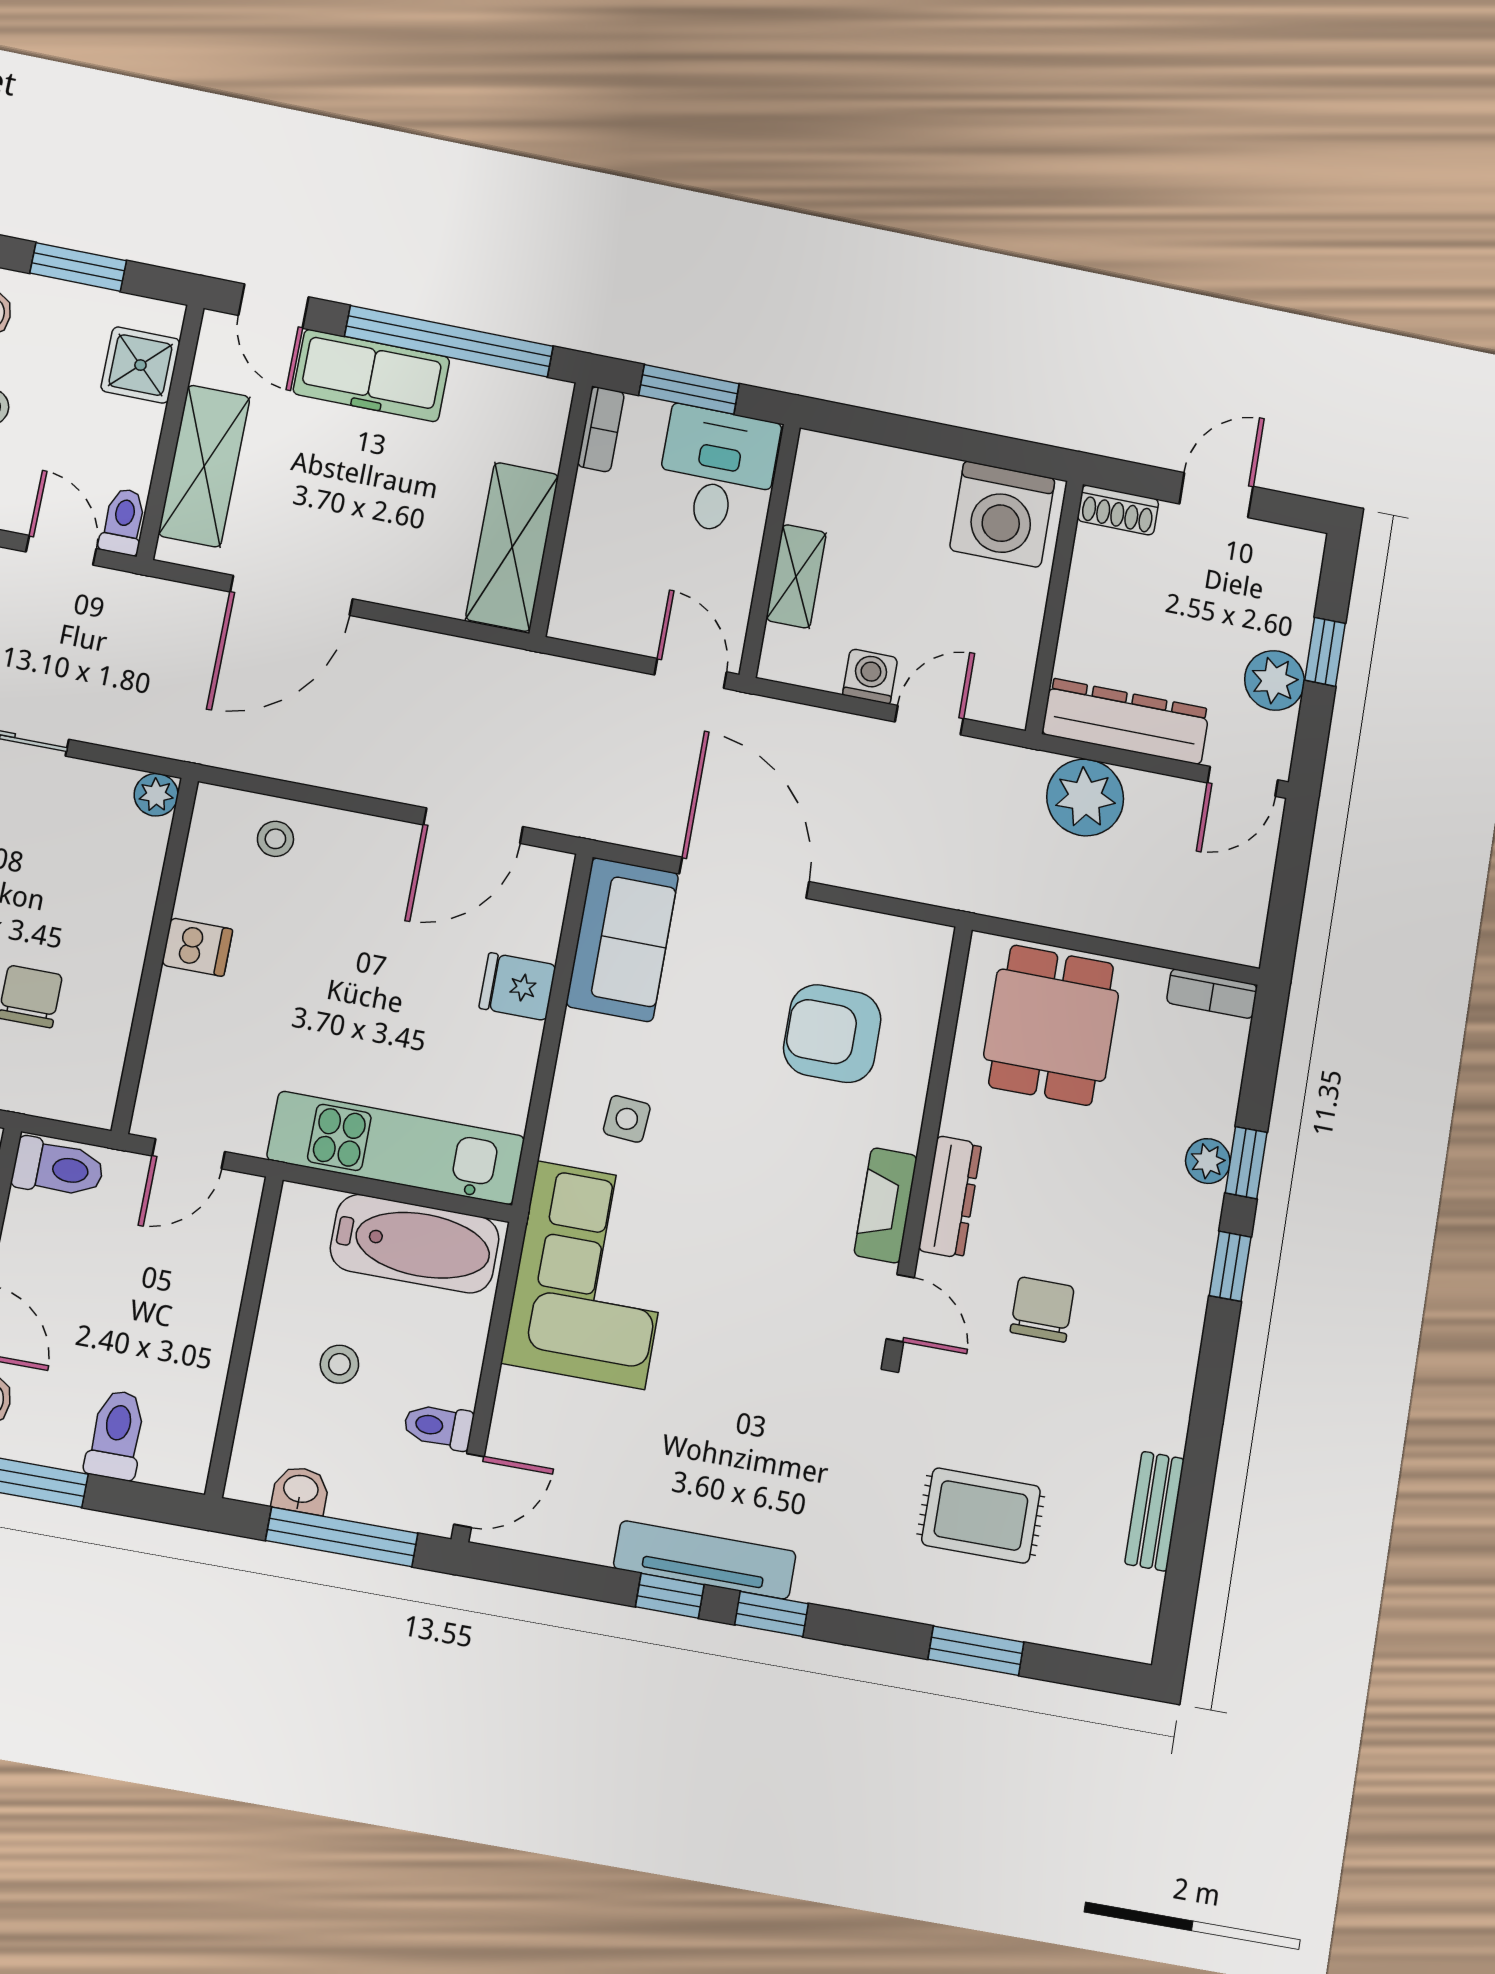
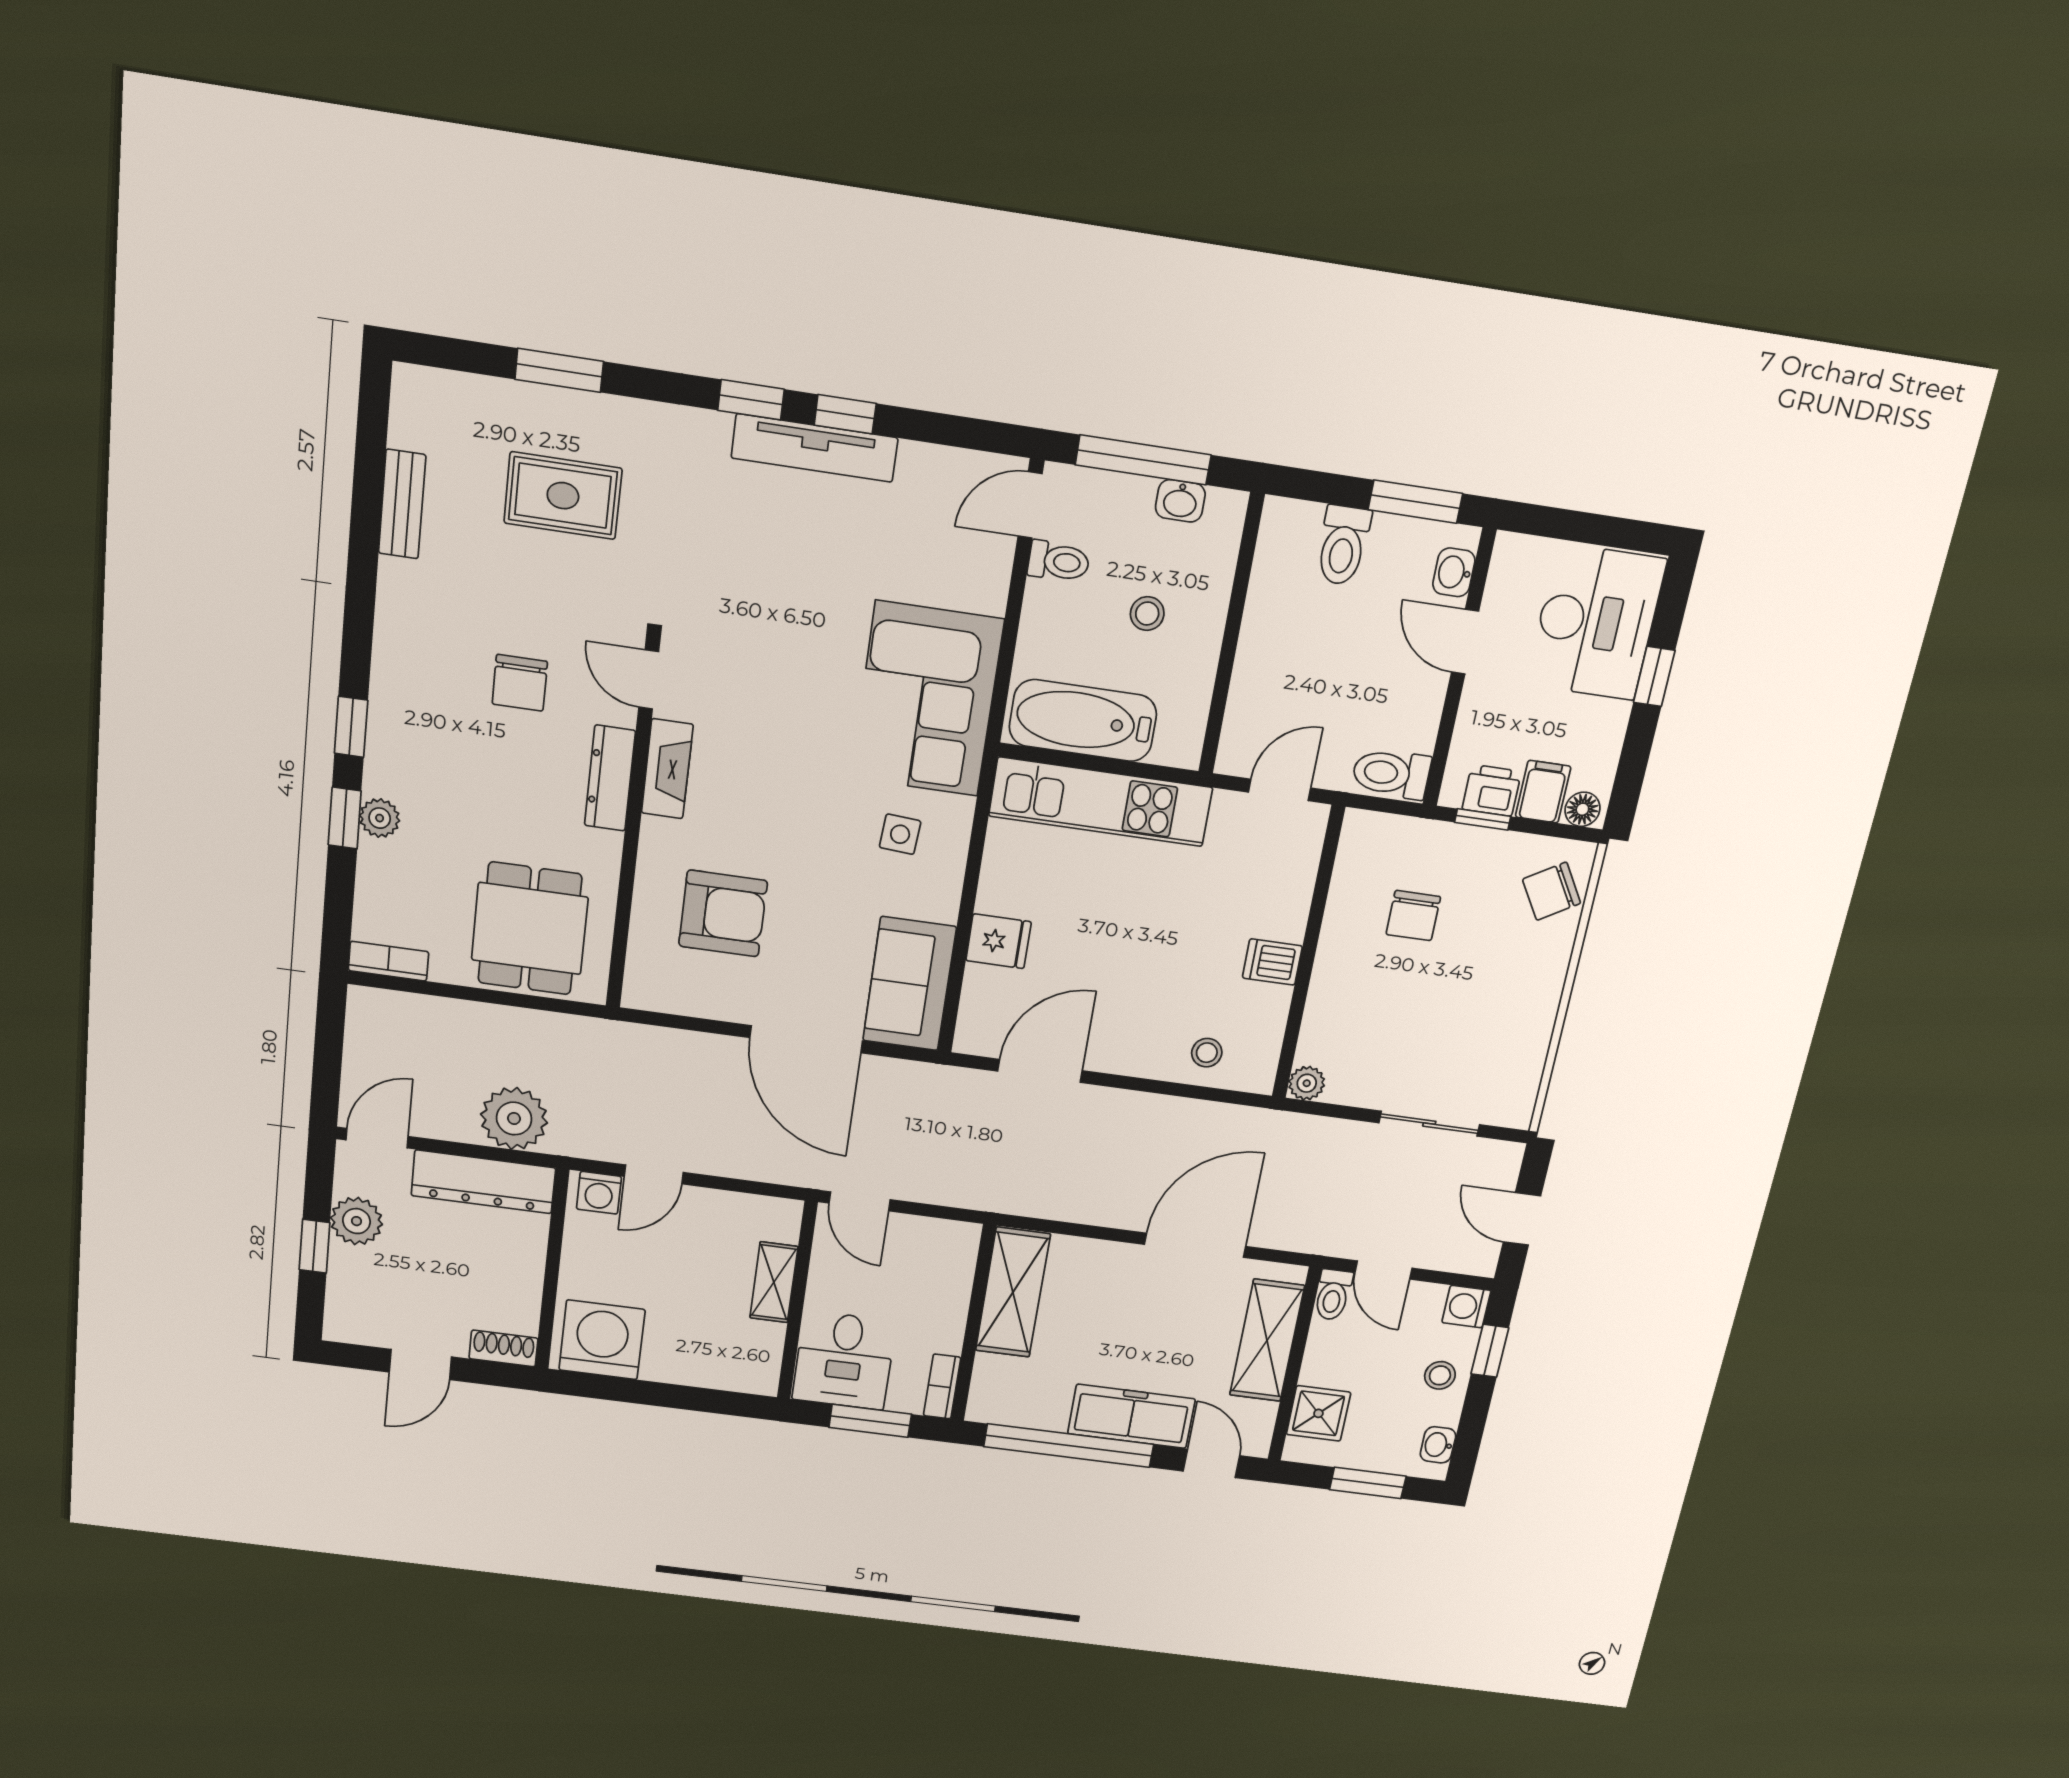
washing machine: (870, 676) -> (599, 1193), moved

